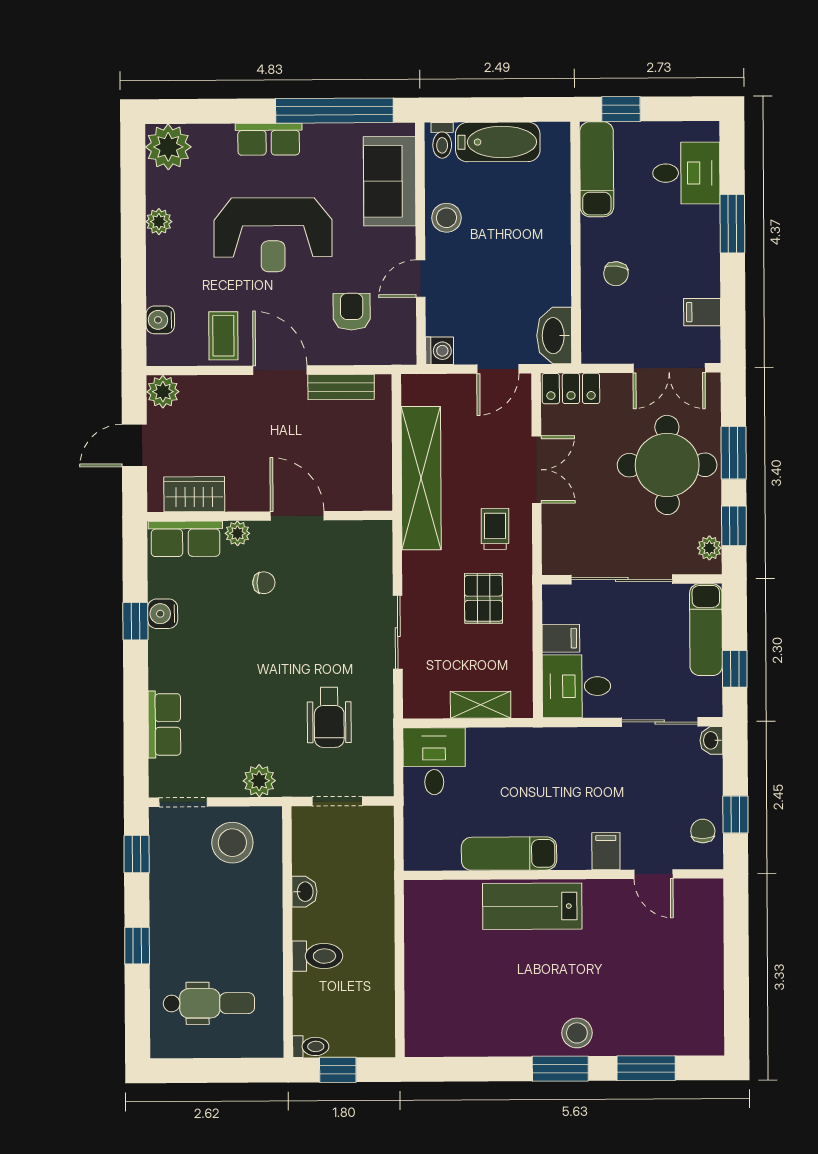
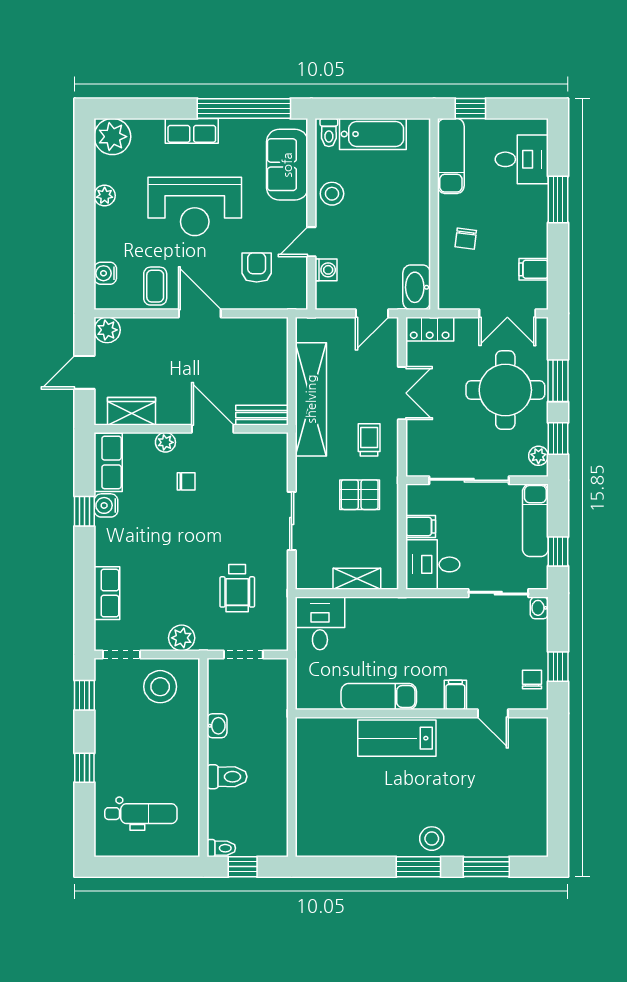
washing machine: (440, 351) -> (326, 270), moved
bench: (341, 387) -> (262, 415), moved
row of seats: (185, 539) -> (108, 462), moved, turned -90
pallet: (483, 598) -> (360, 495), turned 90

